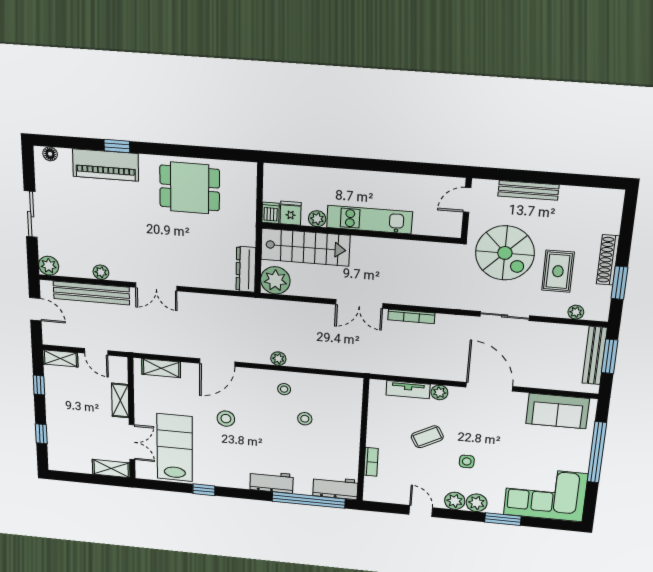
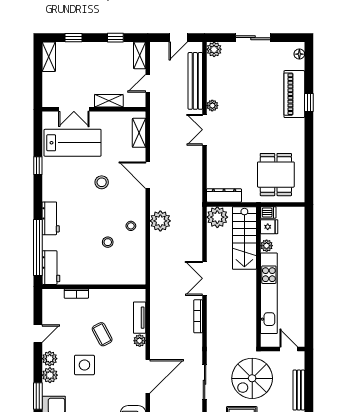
dining table: (190, 188) -> (276, 175), moved
kitchen unit: (369, 220) -> (269, 293), width x1.36
plant: (101, 272) -> (212, 106), moved
plant: (278, 359) -> (160, 221), width x1.88, depth x1.88
side table: (467, 461) -> (84, 365), width x1.87, depth x1.87
shelving: (111, 468) -> (49, 57), moved

